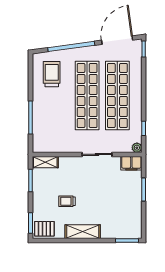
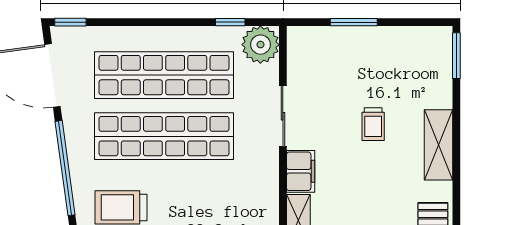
plant: (137, 148) -> (260, 45), width x1.88, depth x1.88
filing cabinet: (131, 163) -> (301, 171), moved
trolley: (67, 201) -> (373, 124), moved

